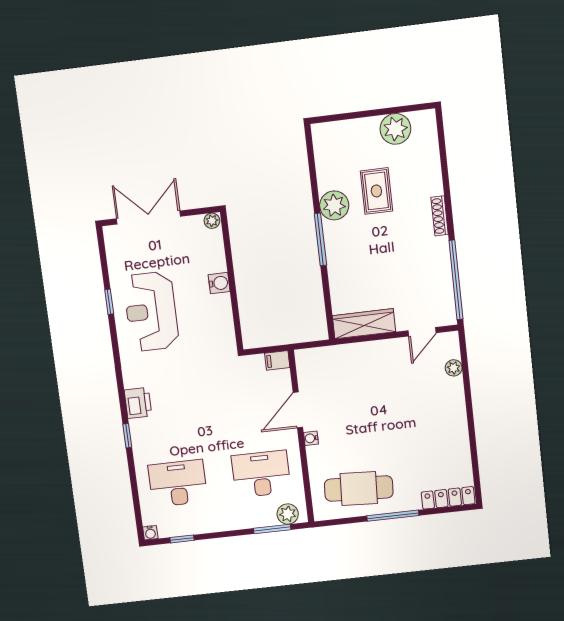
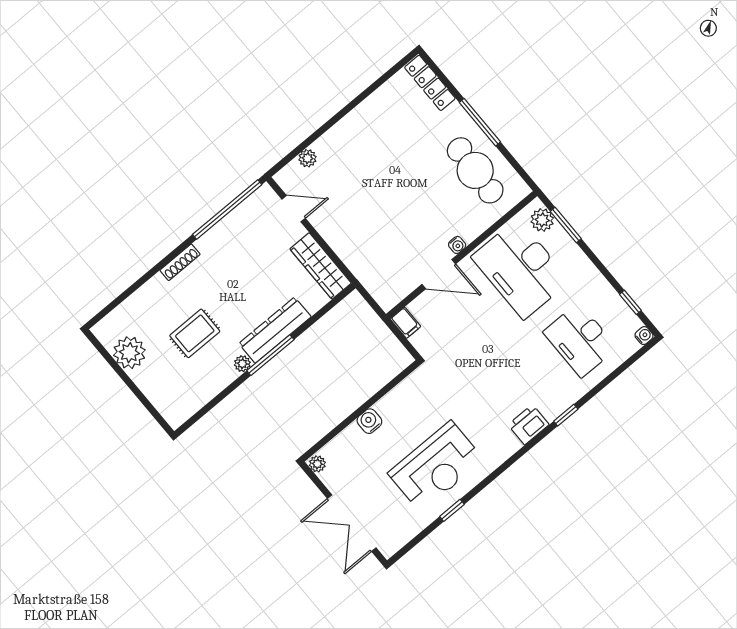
plant: (334, 205) -> (242, 364), width x0.53, depth x0.53
dresser: (338, 256) -> (275, 330), added
desk: (261, 474) -> (521, 269), width x1.36, depth x1.30

